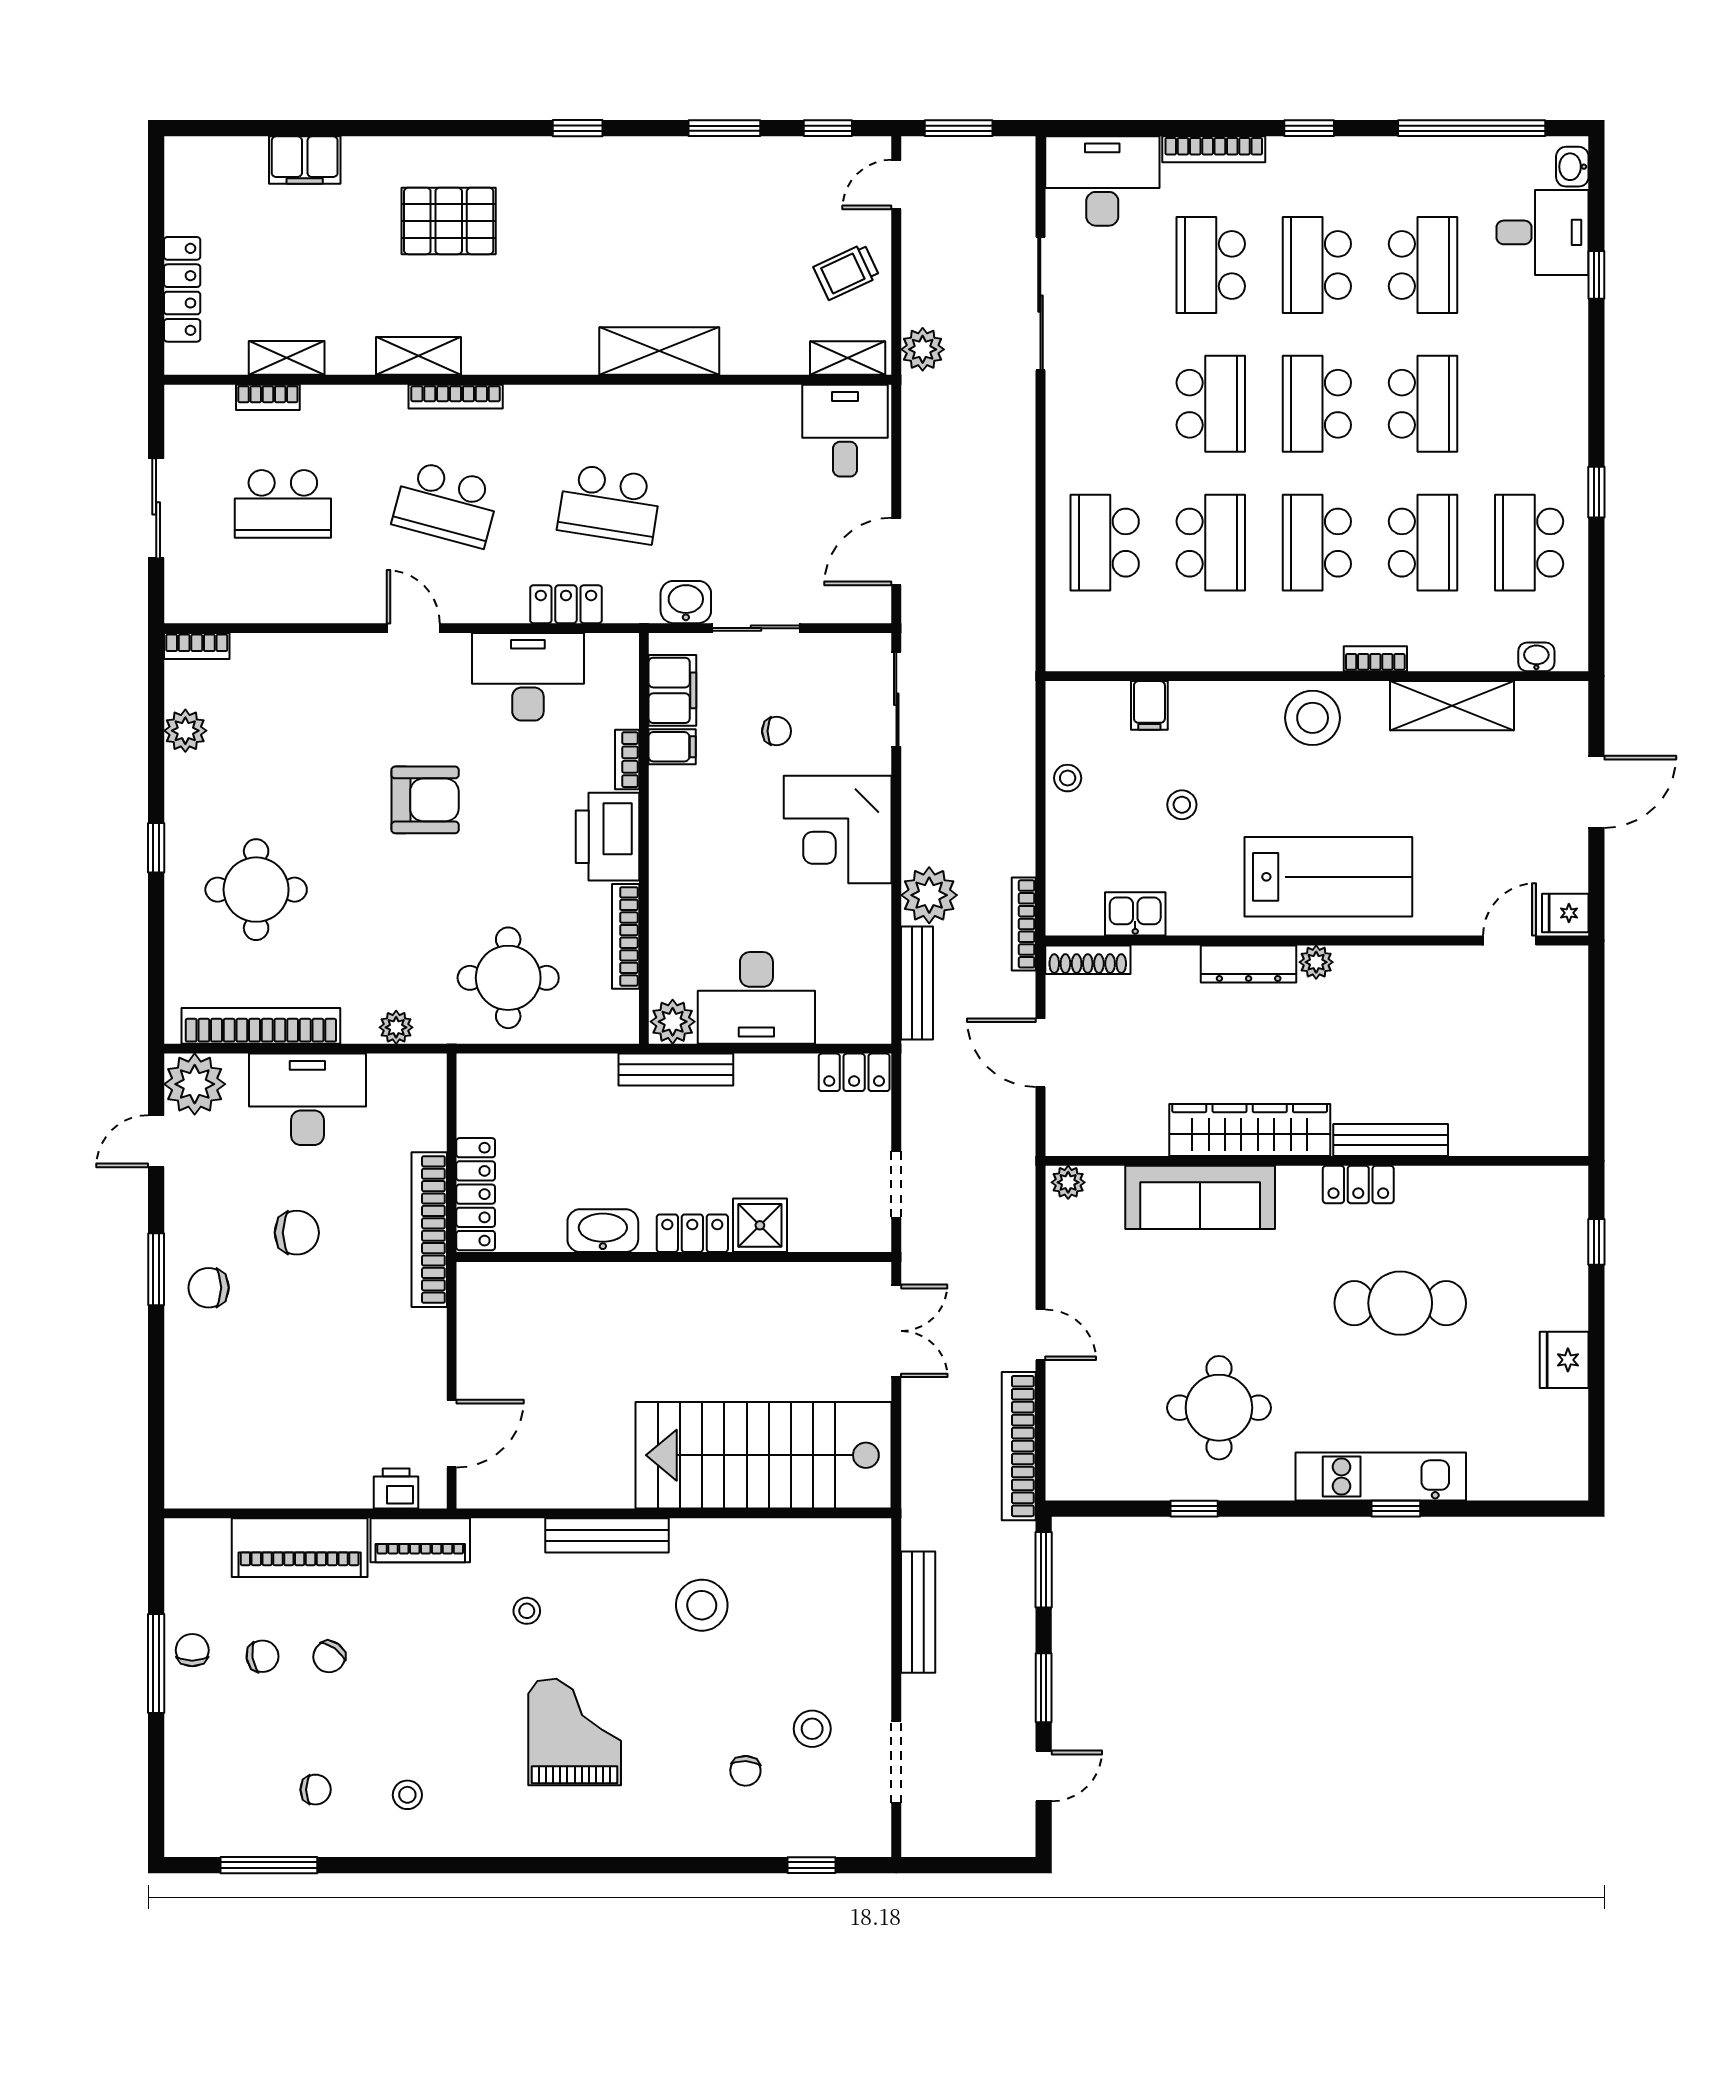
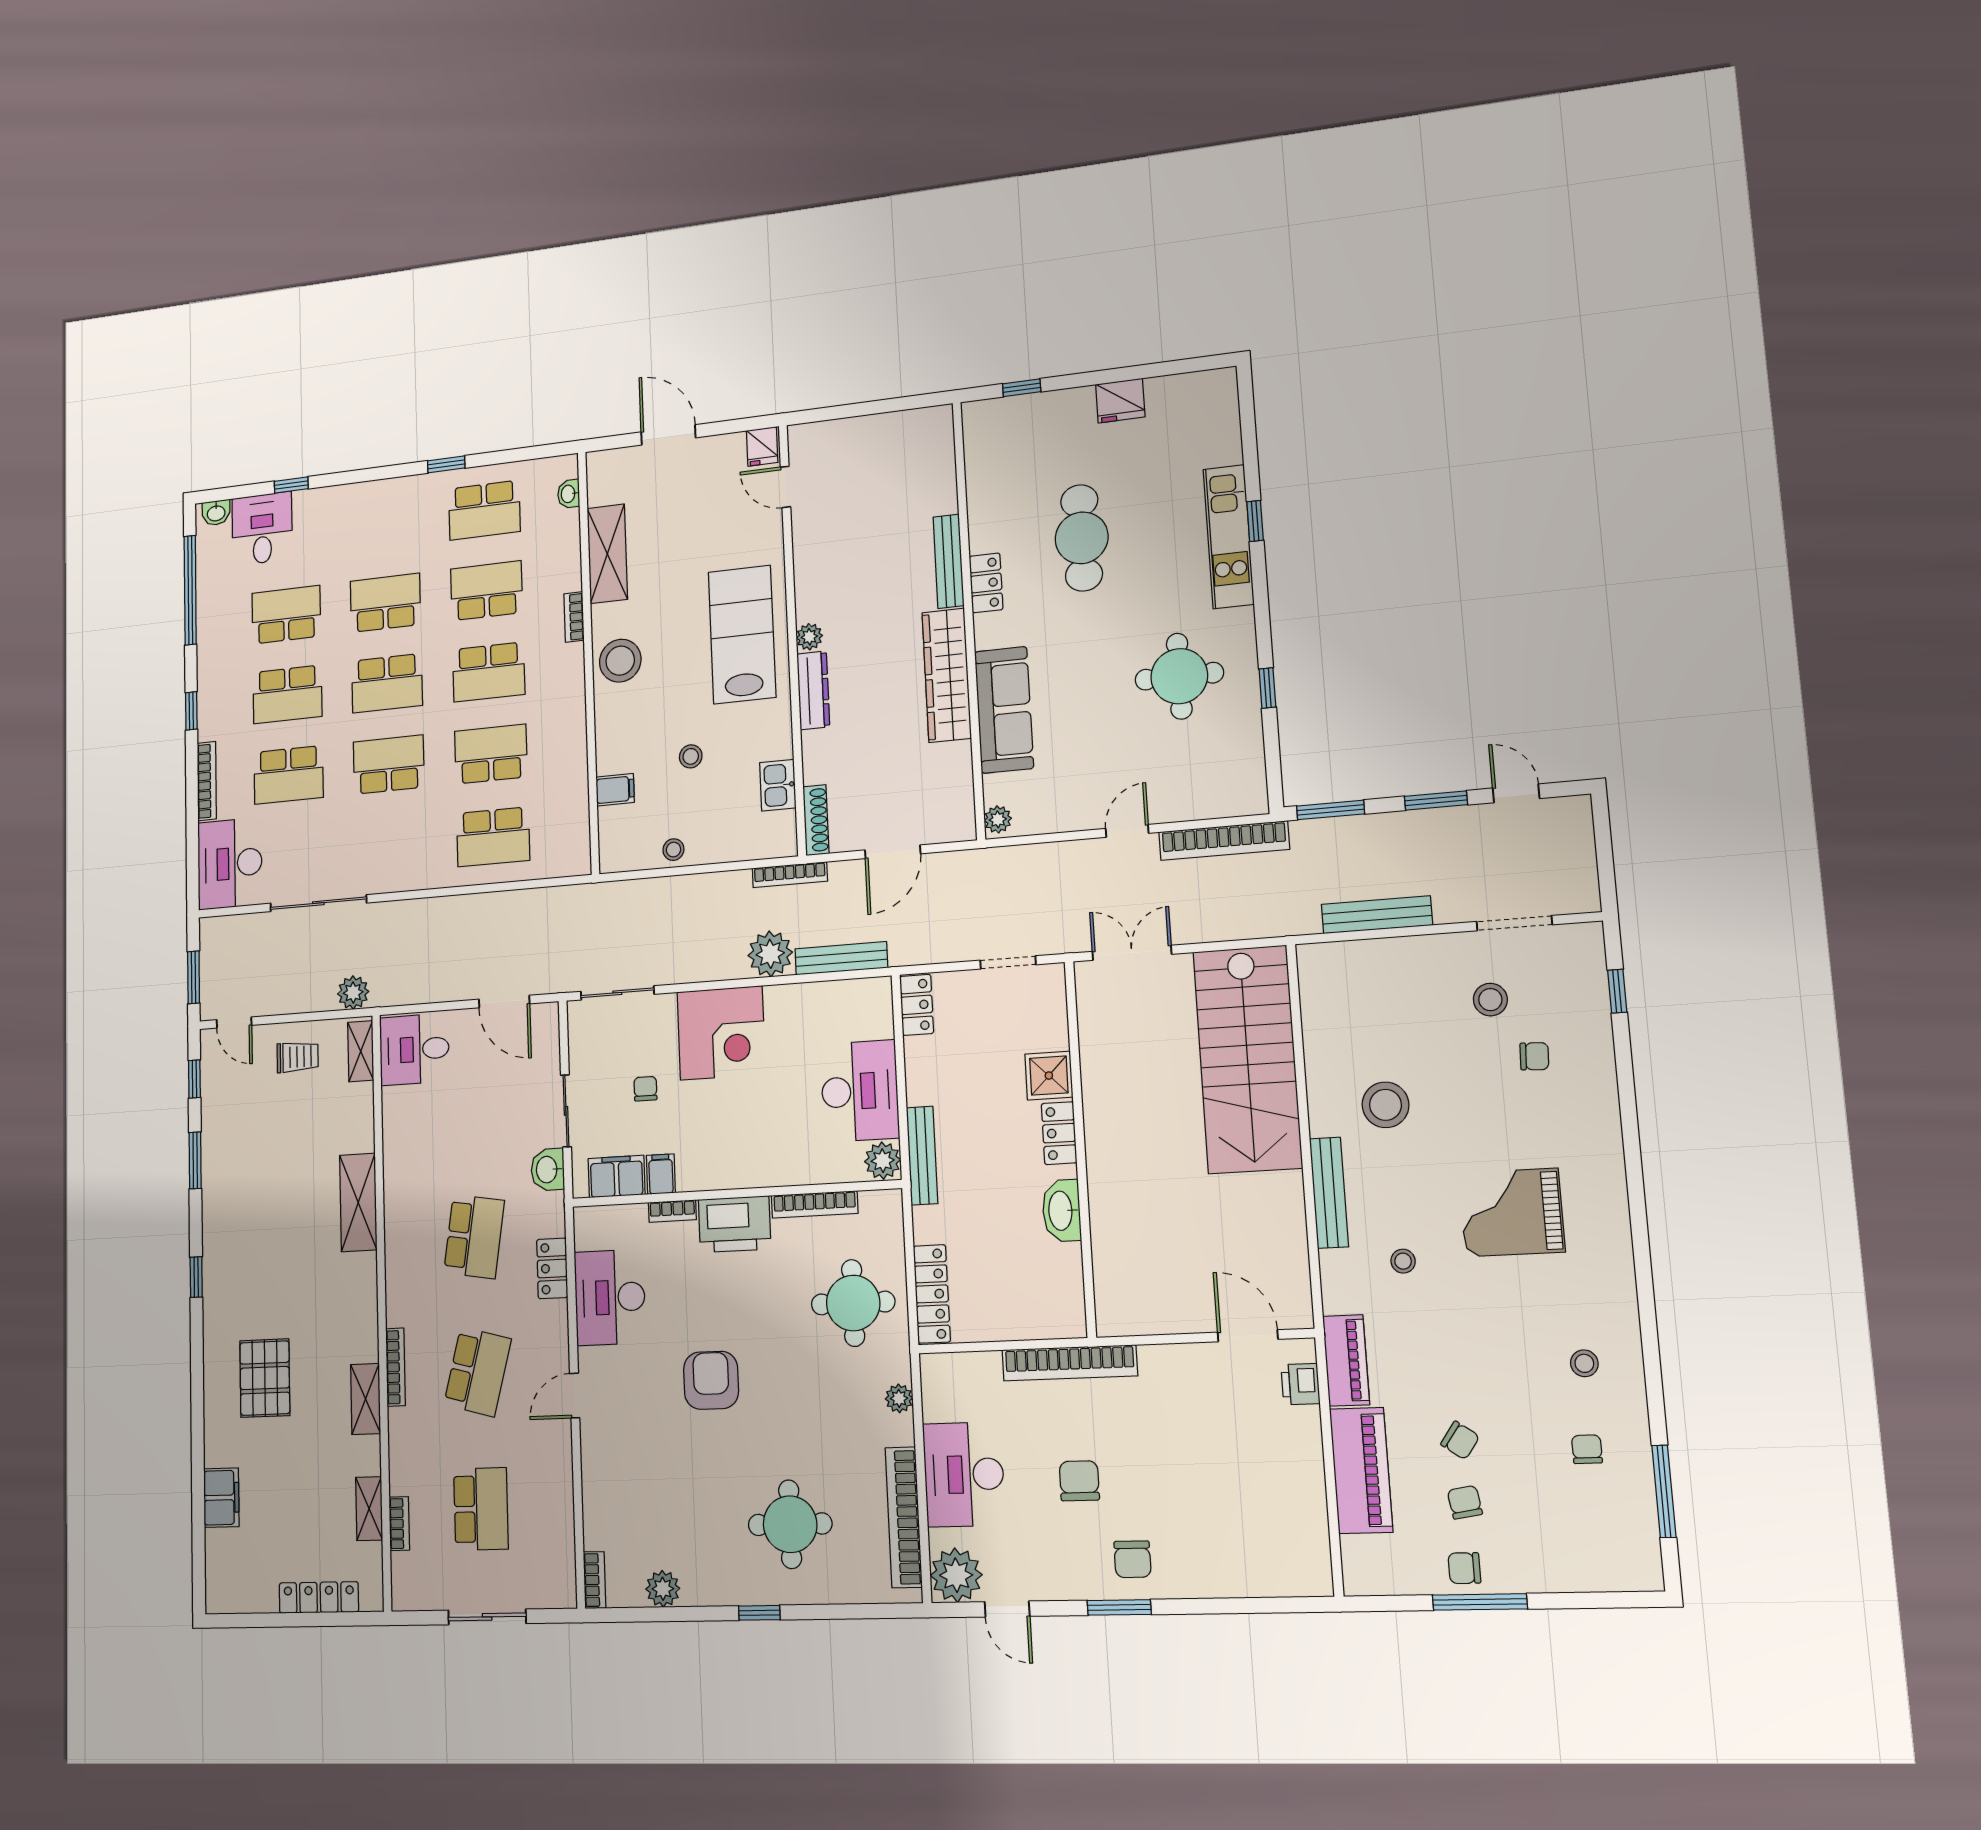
trolley: (846, 272) -> (298, 1057), turned -65
locker: (476, 1194) -> (932, 1294), moved, turned 90

